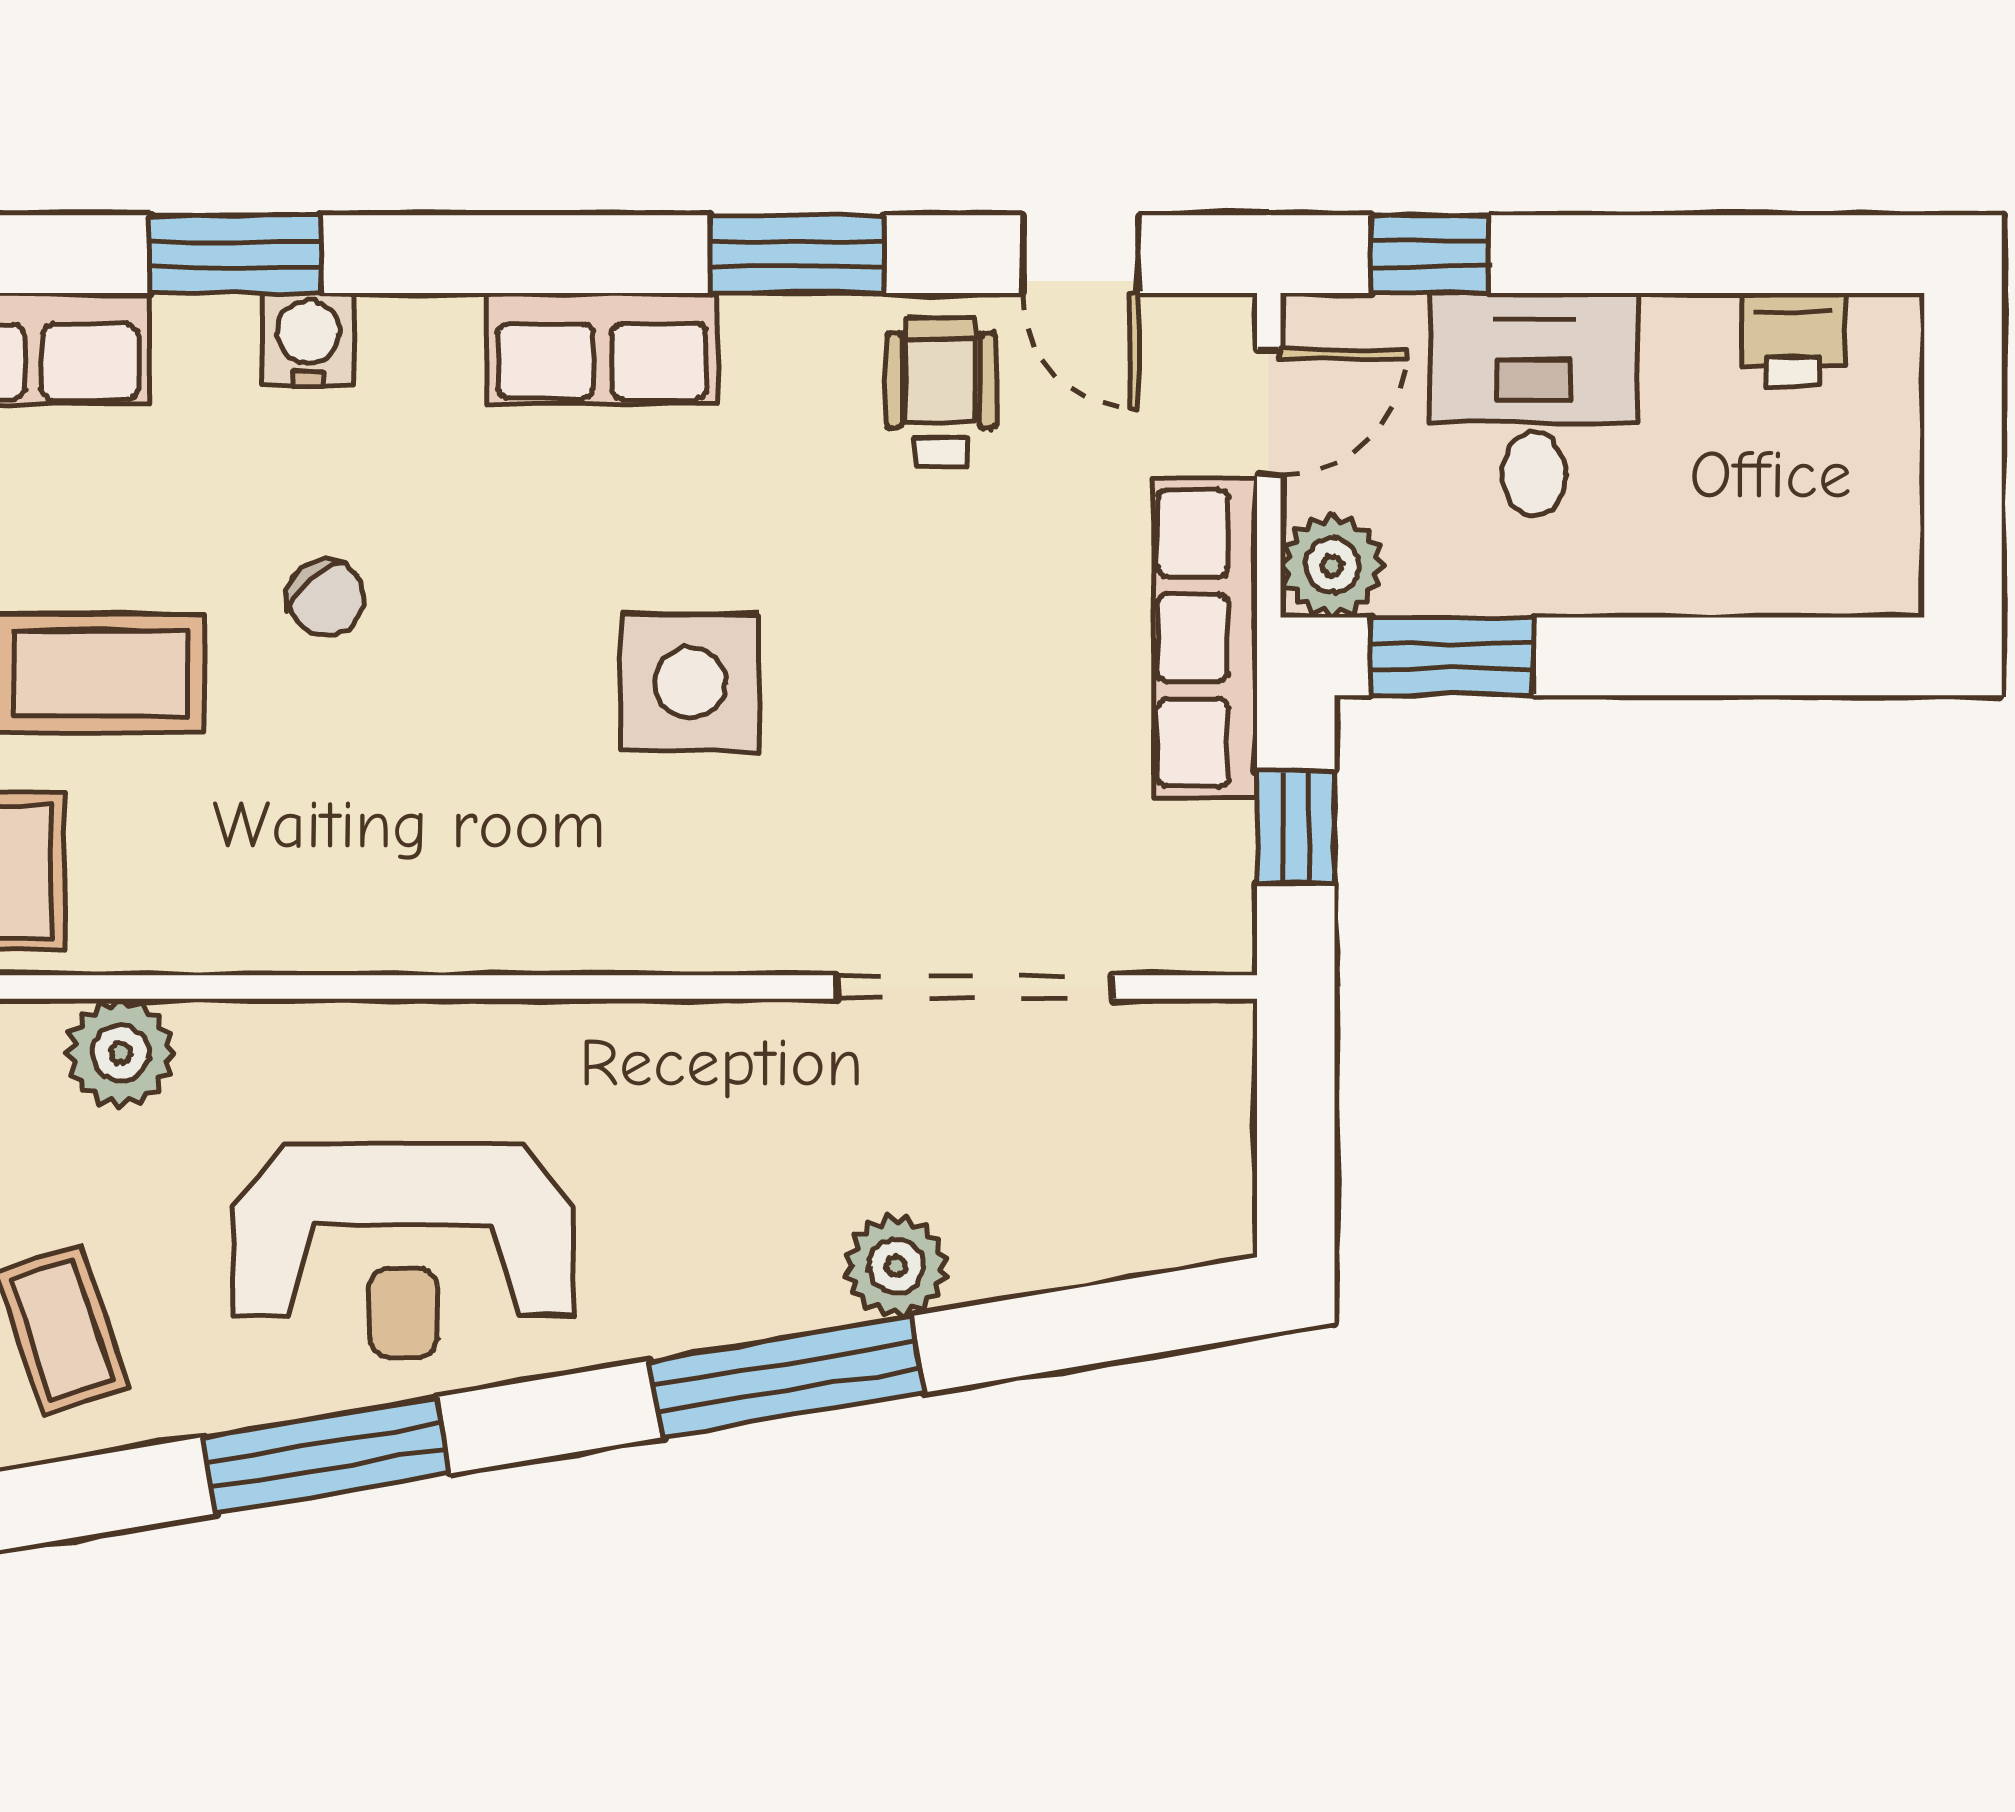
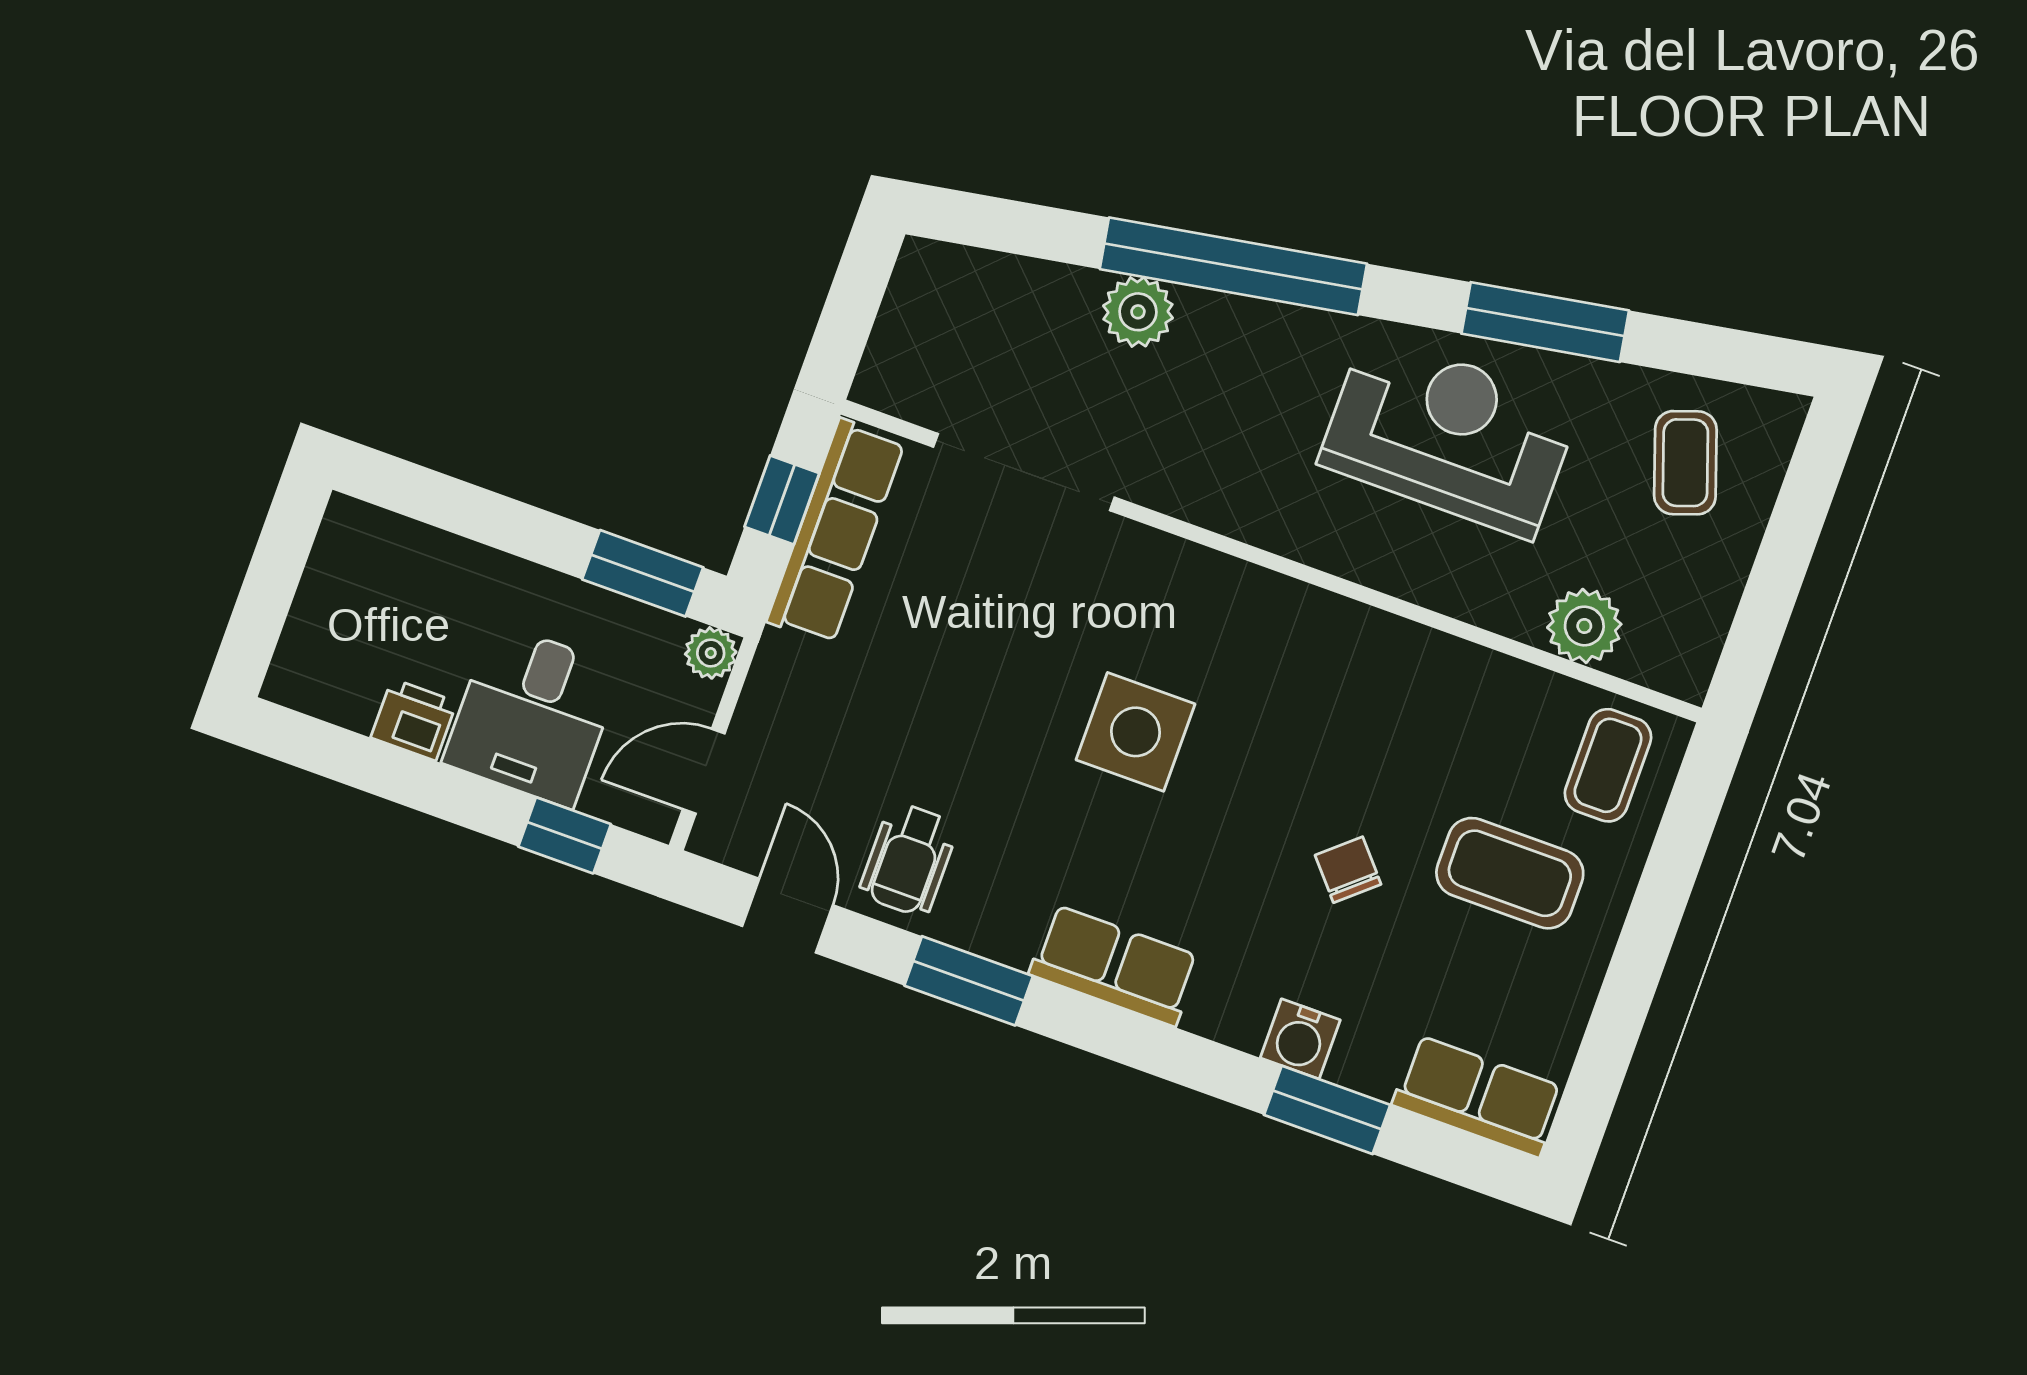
printer: (1794, 339) -> (414, 720), moved
plant: (1332, 566) -> (711, 653), width x0.73, depth x0.73
row of seats: (1205, 638) -> (836, 531), moved
window: (787, 1377) -> (1233, 266), width x1.46

